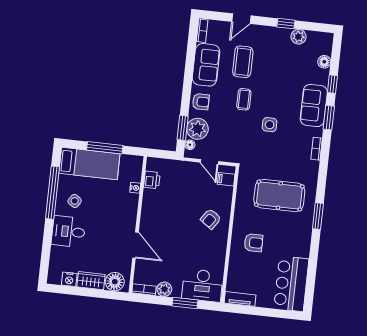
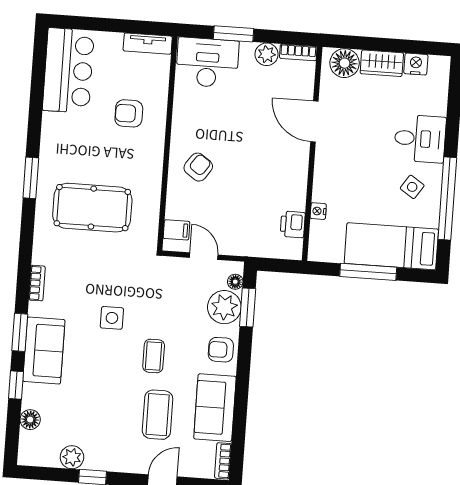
armchair: (254, 243) -> (129, 113), moved

